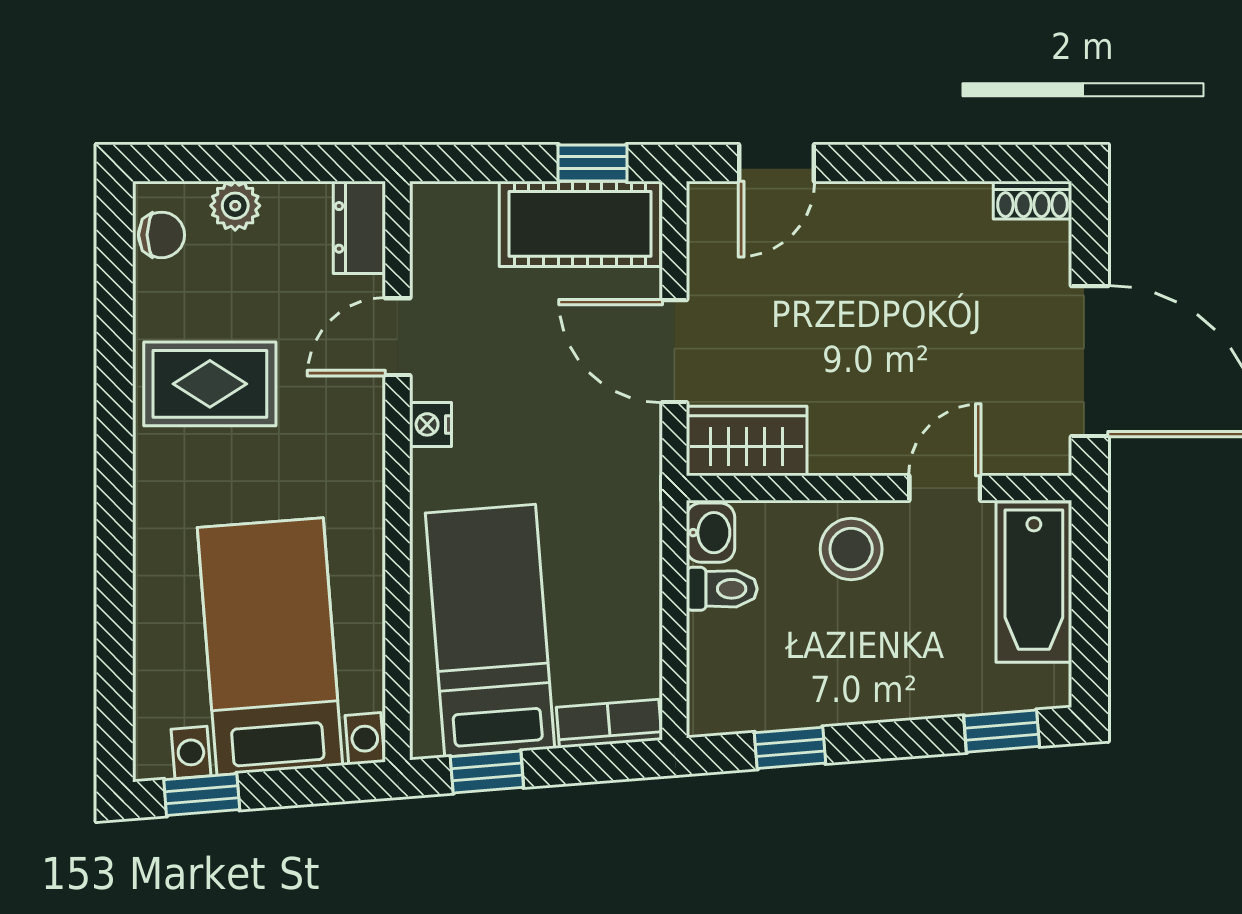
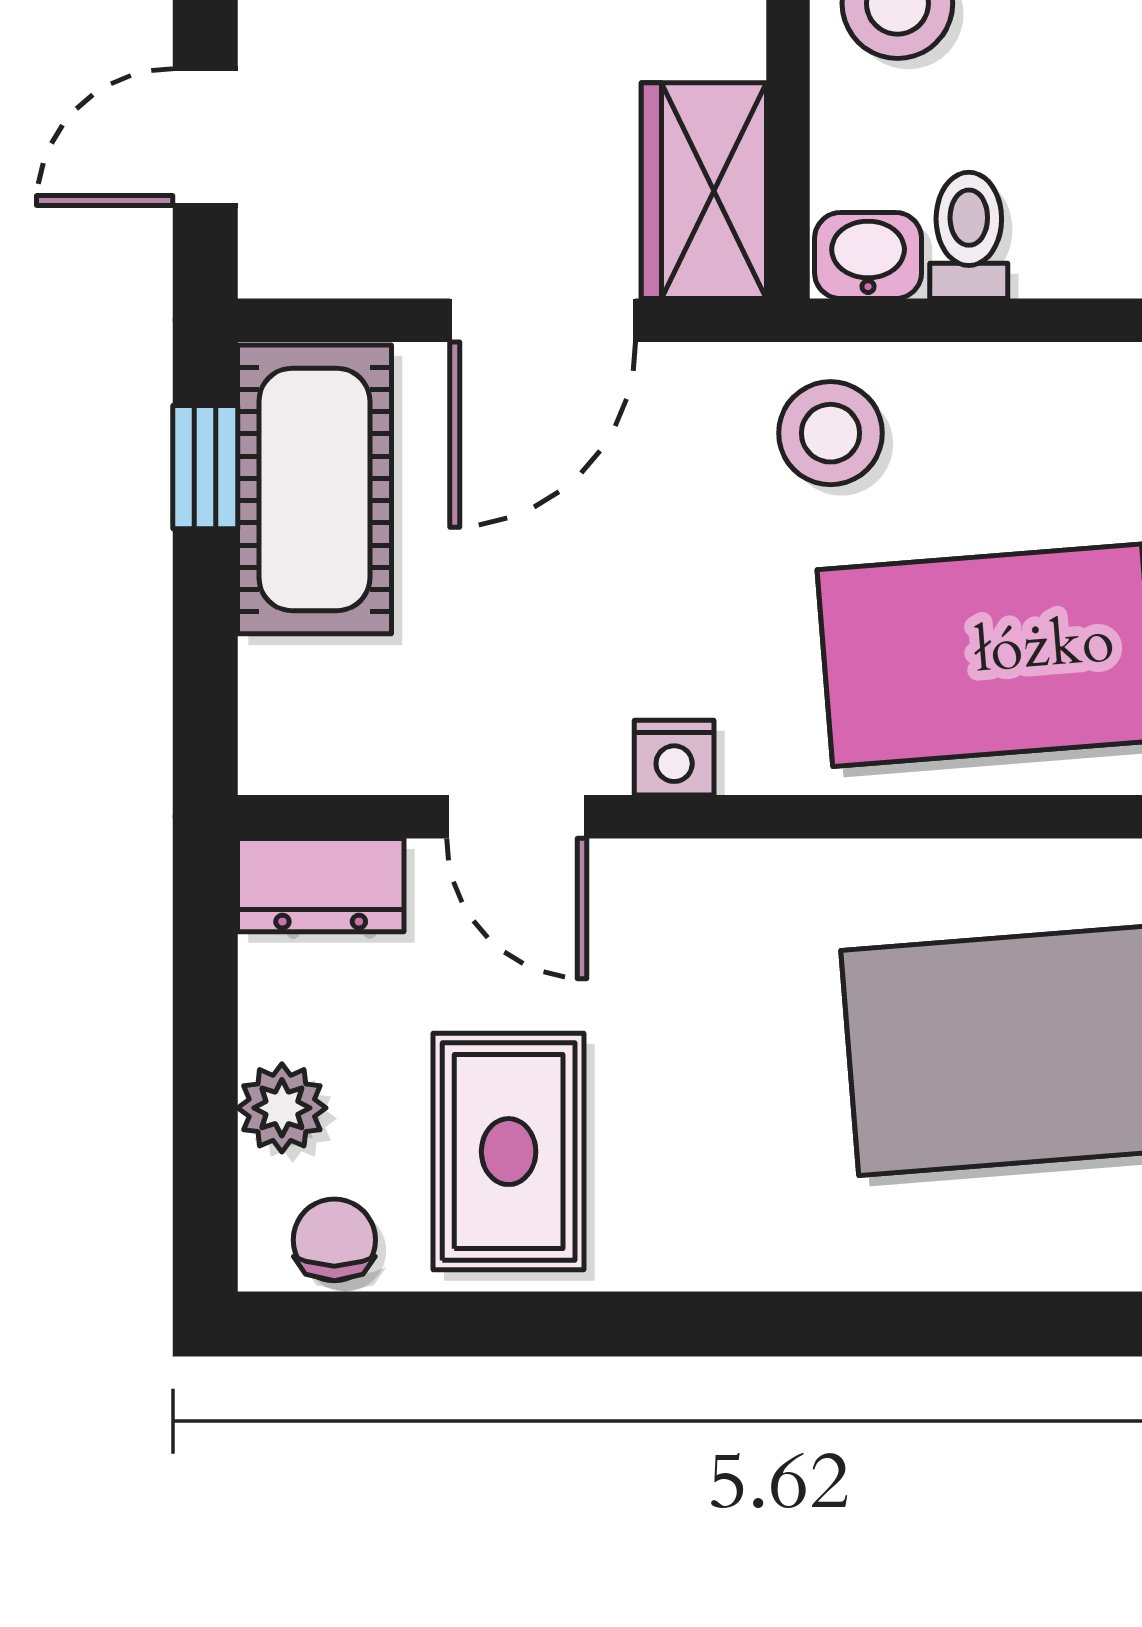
door: (777, 163) -> (205, 137), swing flipped
rug: (210, 384) -> (509, 1152), moved
stool: (611, 512) -> (831, 433), added

